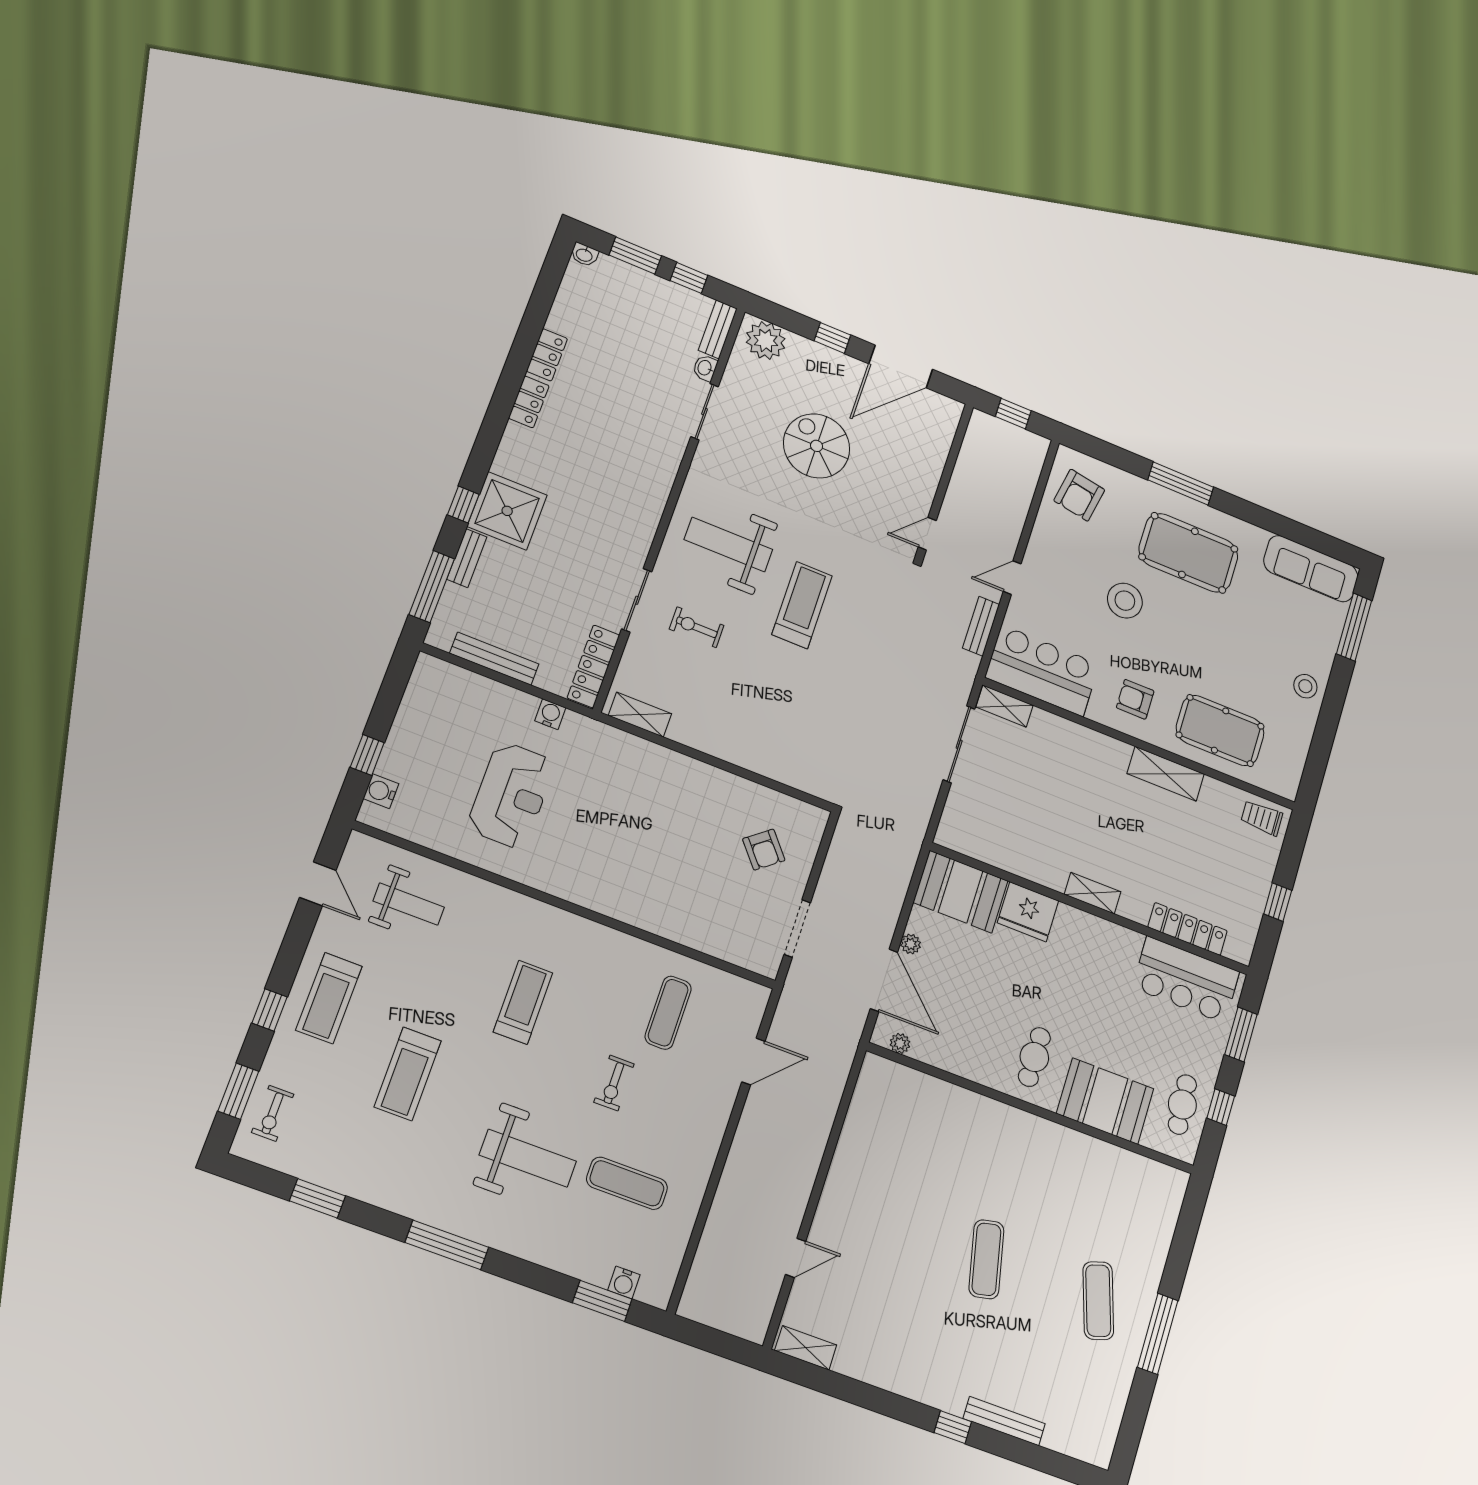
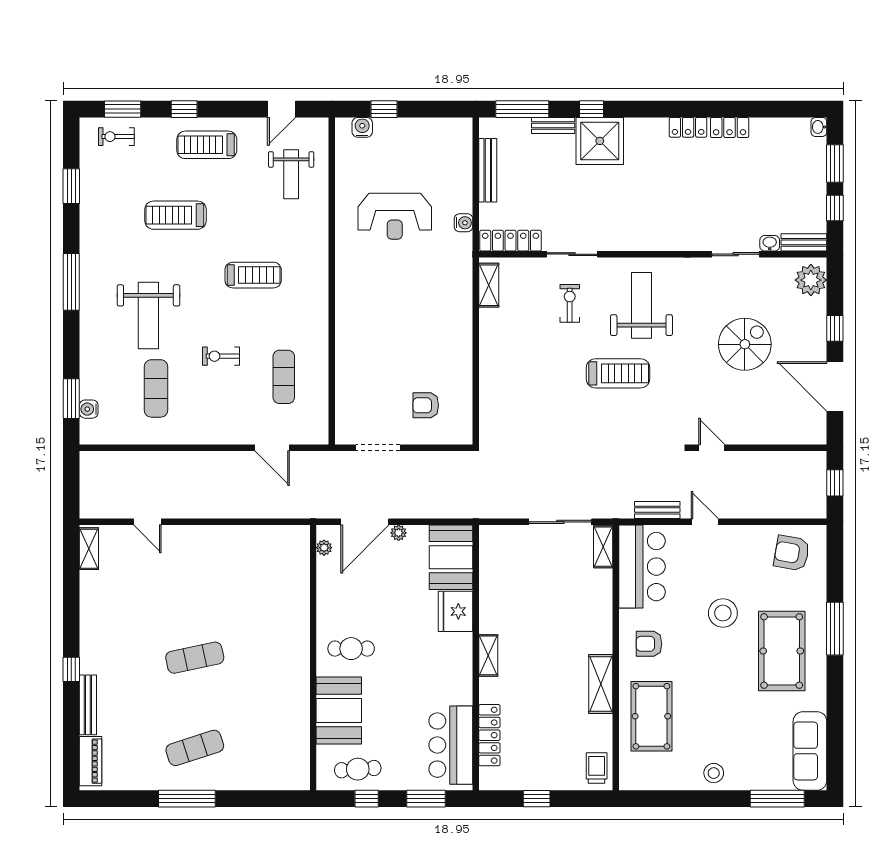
armchair: (1135, 699) -> (649, 644), turned -90
armchair: (764, 850) -> (426, 405), turned 39
exercise mat: (668, 1013) -> (284, 377), turned 90
piano: (1076, 1443) -> (91, 761), added

